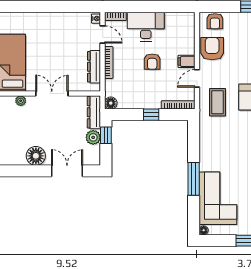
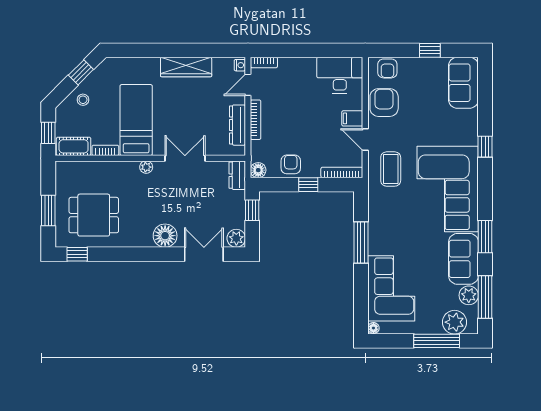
wardrobe: (53, 20) -> (186, 67), added
desk: (146, 27) -> (340, 75), moved
door: (103, 34) -> (248, 85), swing flipped
armchair: (152, 62) -> (291, 164), moved, turned 180
door: (197, 78) -> (365, 139), hinge flipped
dresser: (94, 112) -> (237, 175), width x0.70
plant: (93, 137) -> (236, 238), moved
window: (194, 179) -> (361, 242), moved

